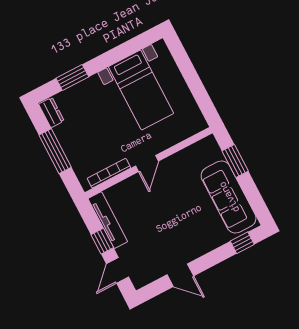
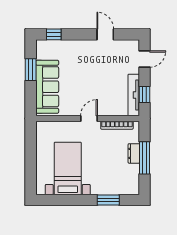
dresser: (51, 113) -> (134, 153), moved
window: (235, 161) -> (31, 70), moved
sofa: (229, 197) -> (47, 87), moved
window: (102, 241) -> (145, 95), moved

